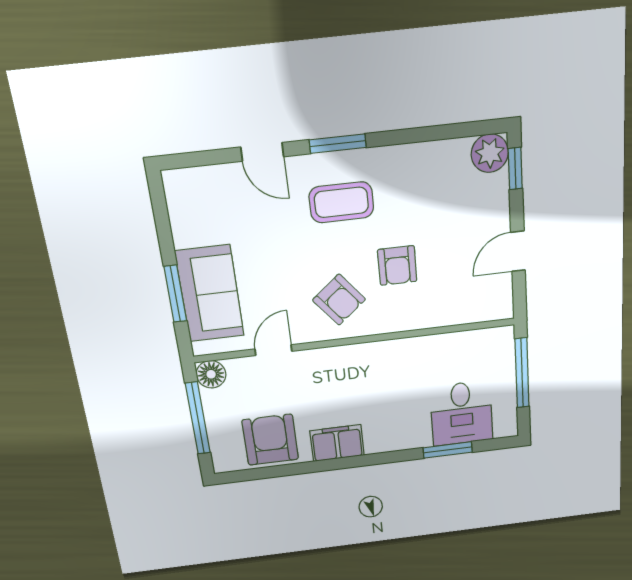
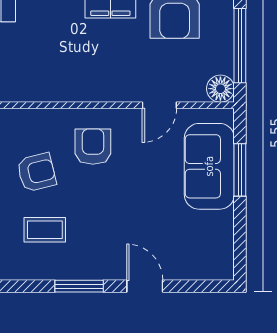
coffee table: (341, 202) -> (45, 230), moved, width x0.73, depth x0.77
armchair: (397, 266) -> (36, 172), turned 76
armchair: (339, 300) -> (93, 147), turned 39

